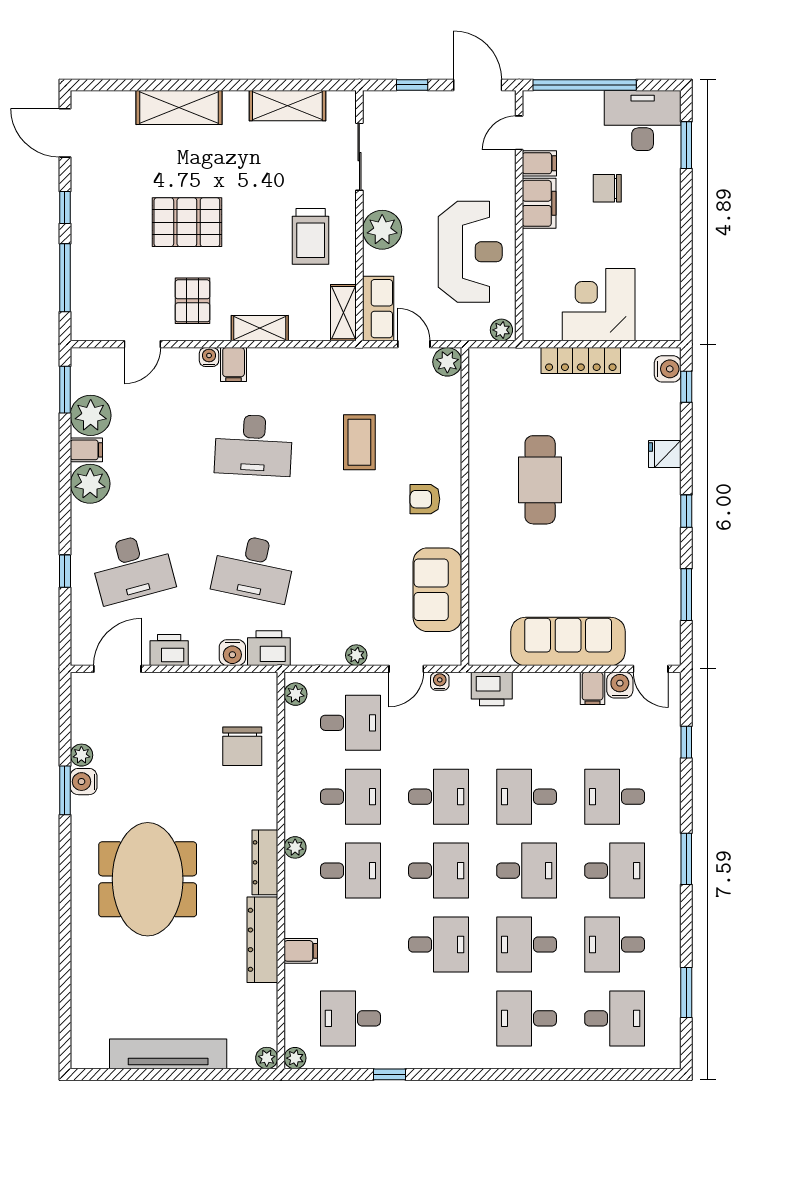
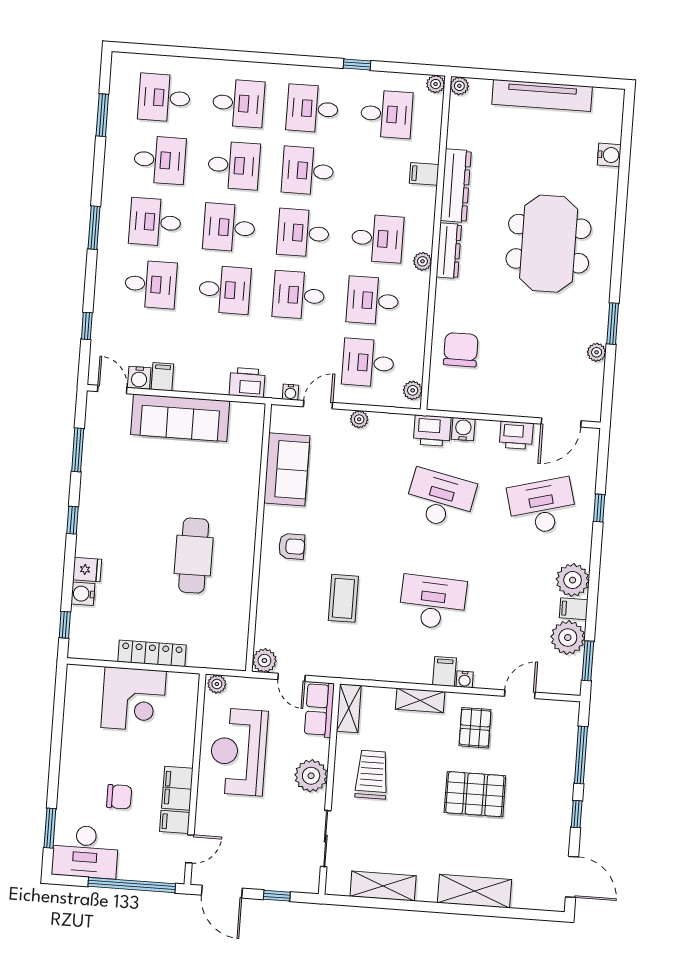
water cooler: (668, 369) -> (83, 594), moved
water cooler: (84, 782) -> (609, 155), moved
desk: (350, 871) -> (377, 238), turned 180
desk: (439, 1018) -> (312, 109), added

